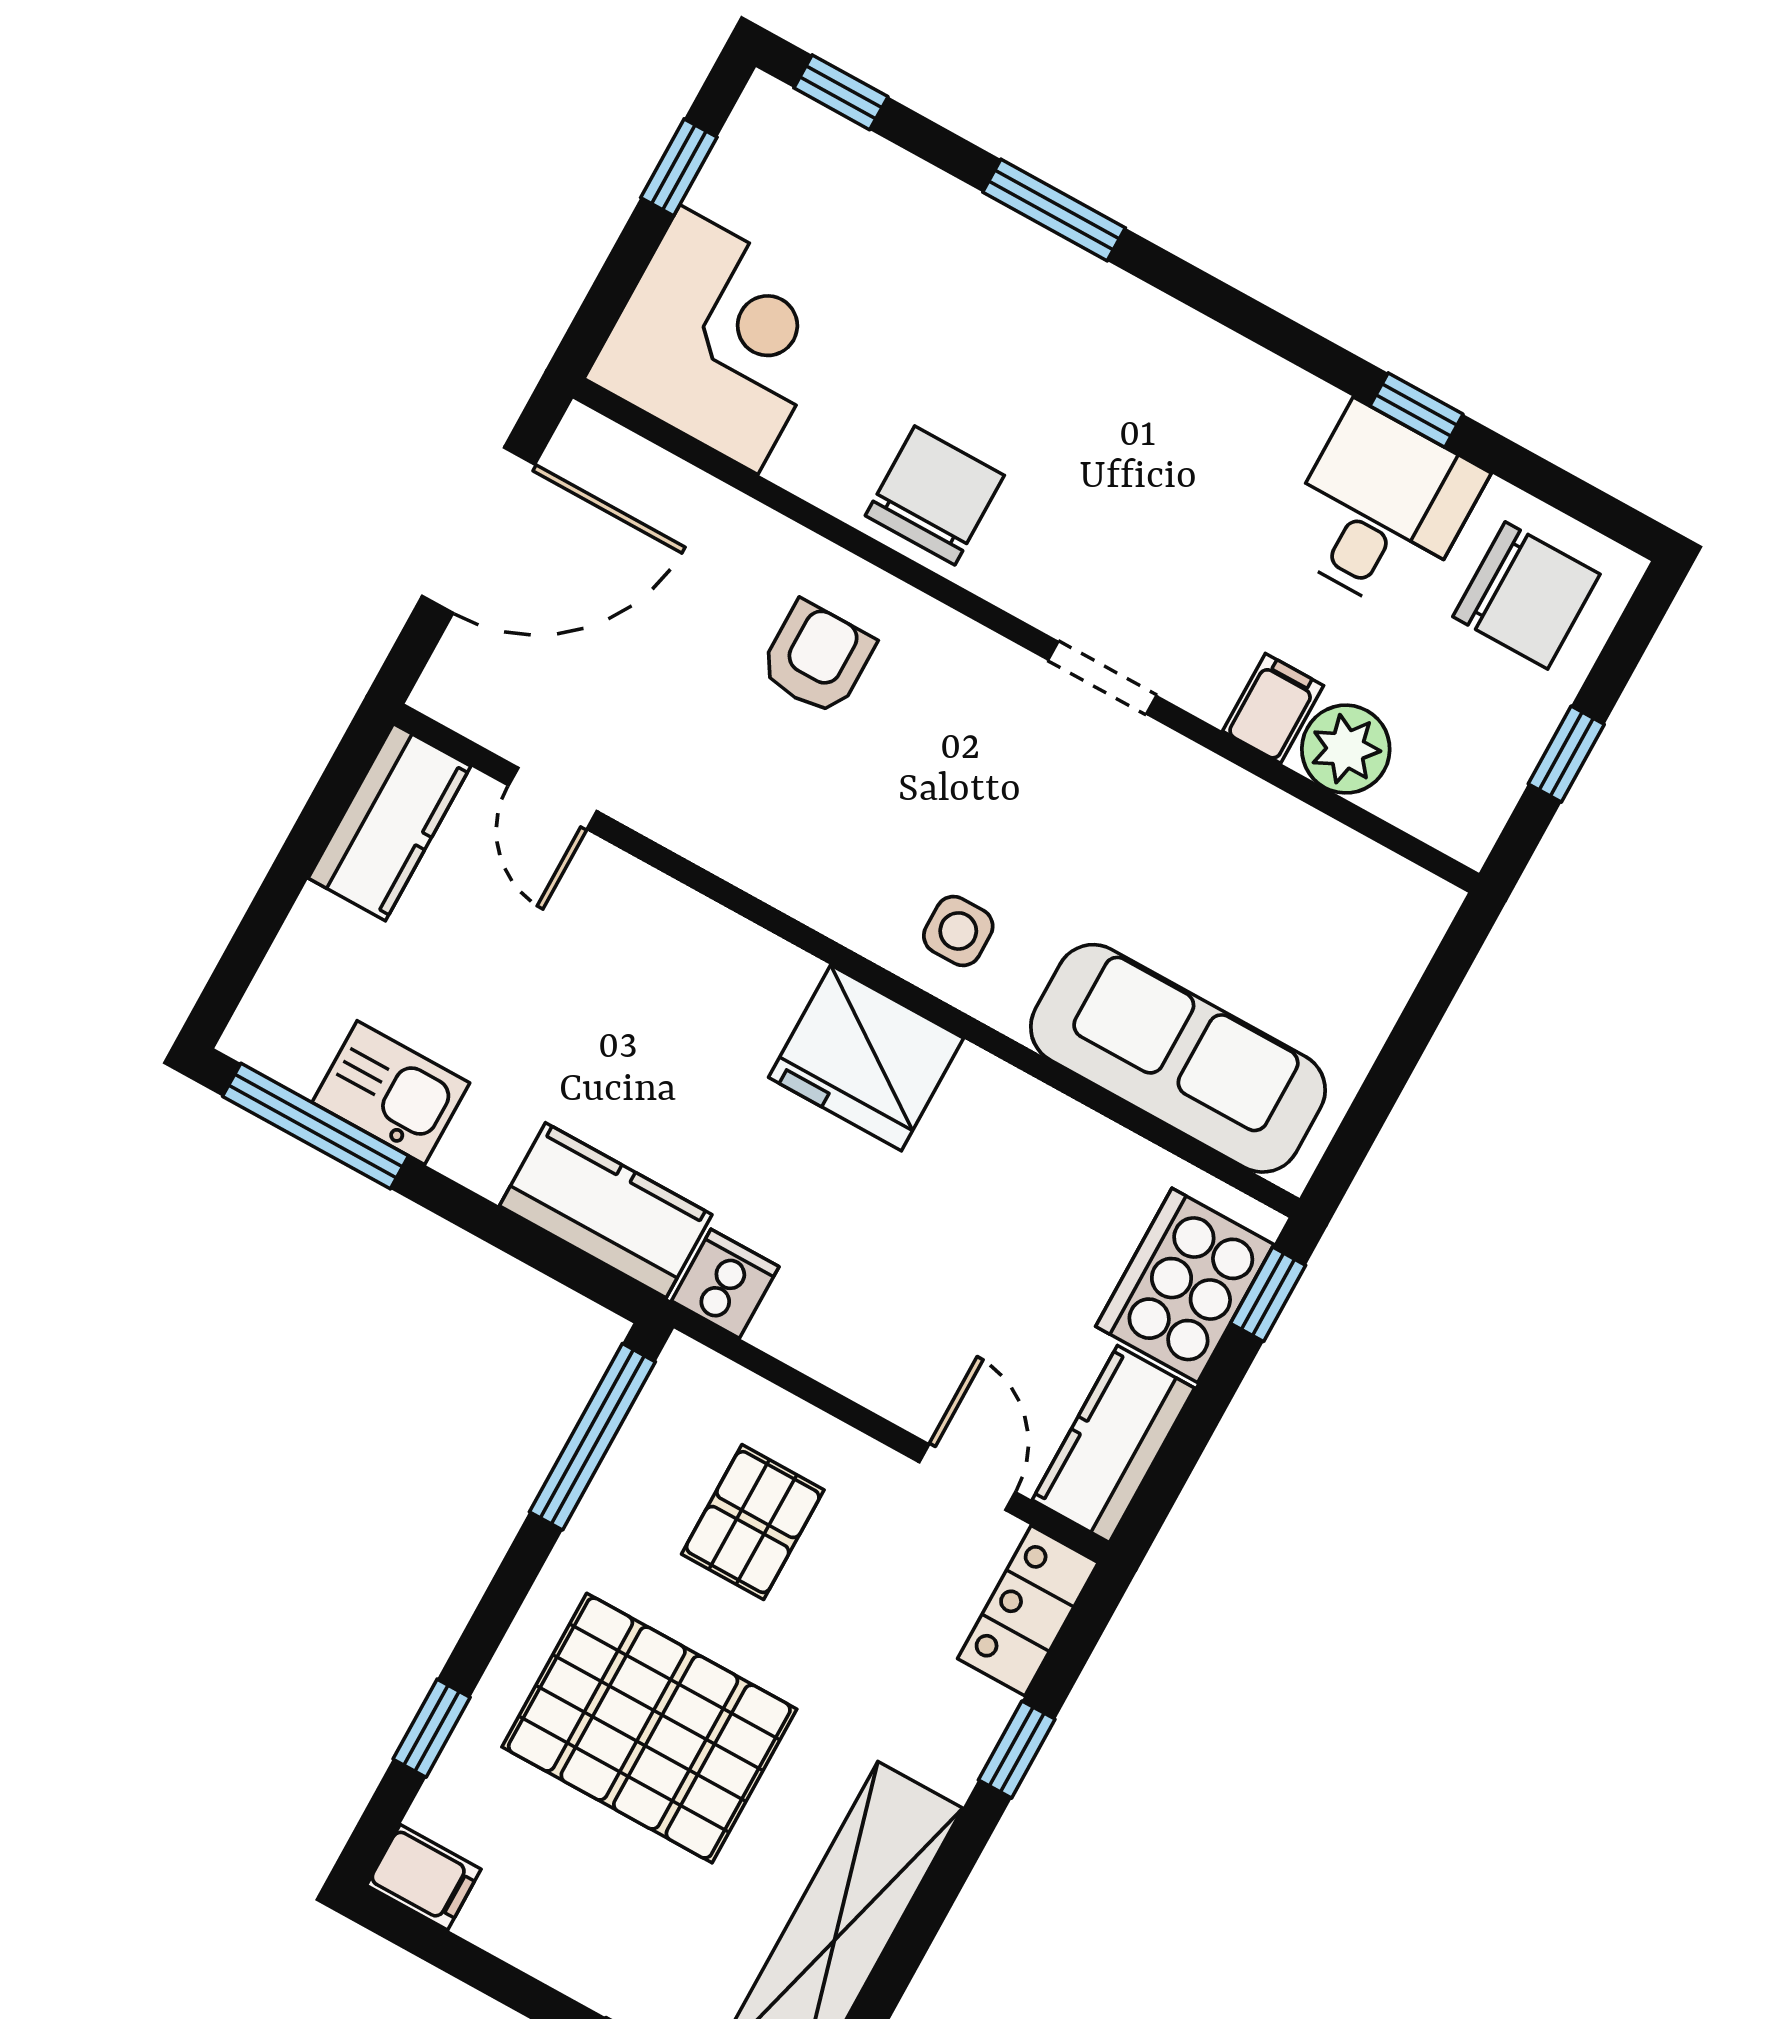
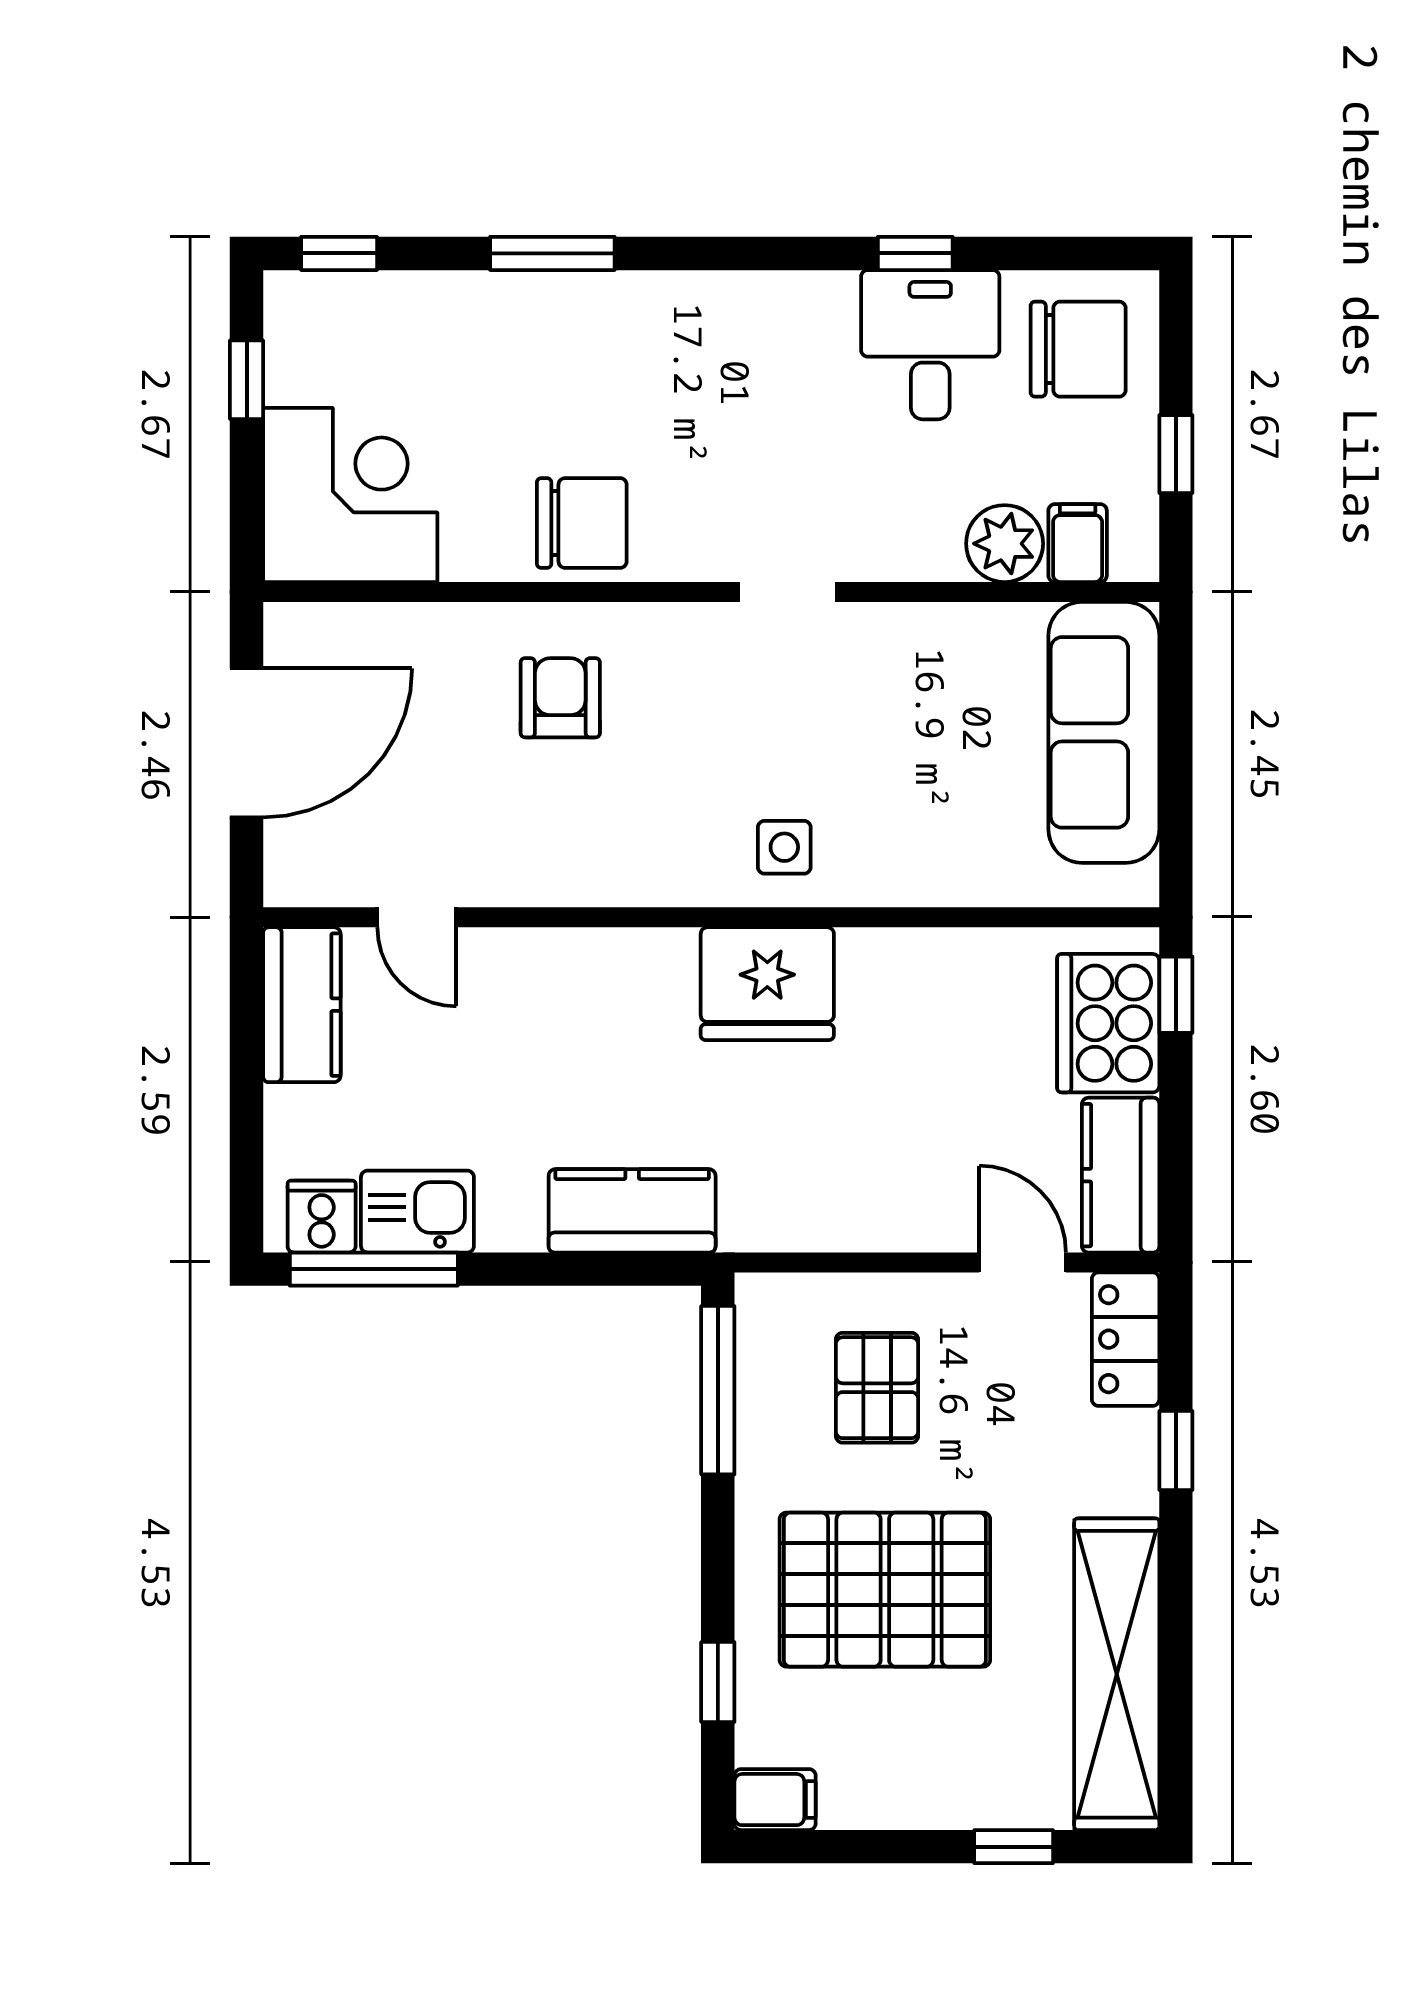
chair: (935, 495) -> (582, 523), turned 90
filing cabinet: (1273, 708) -> (1078, 543), moved
sofa: (1178, 1058) -> (1104, 732), moved, turned -90
cooker: (725, 1284) -> (322, 1217), moved

